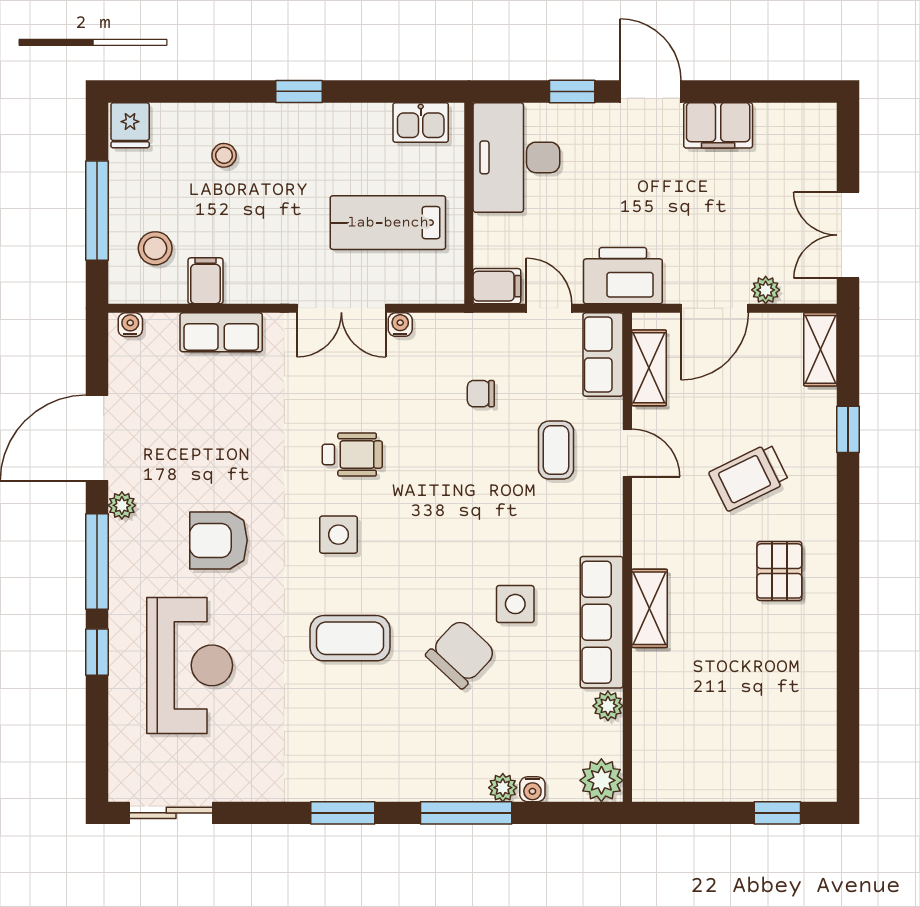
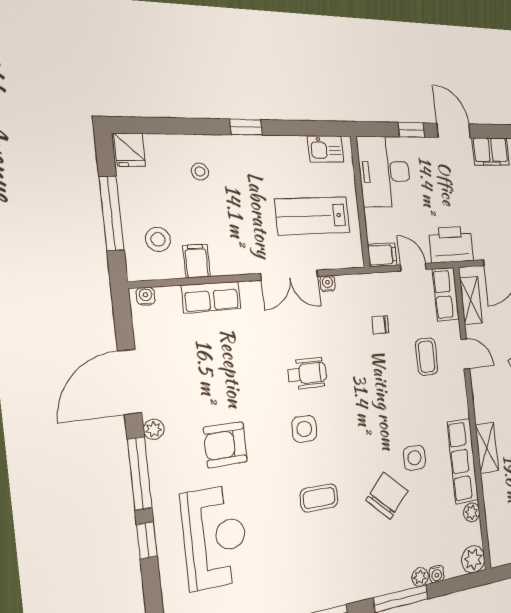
coffee table: (350, 638) -> (319, 498), width x0.73, depth x0.77

